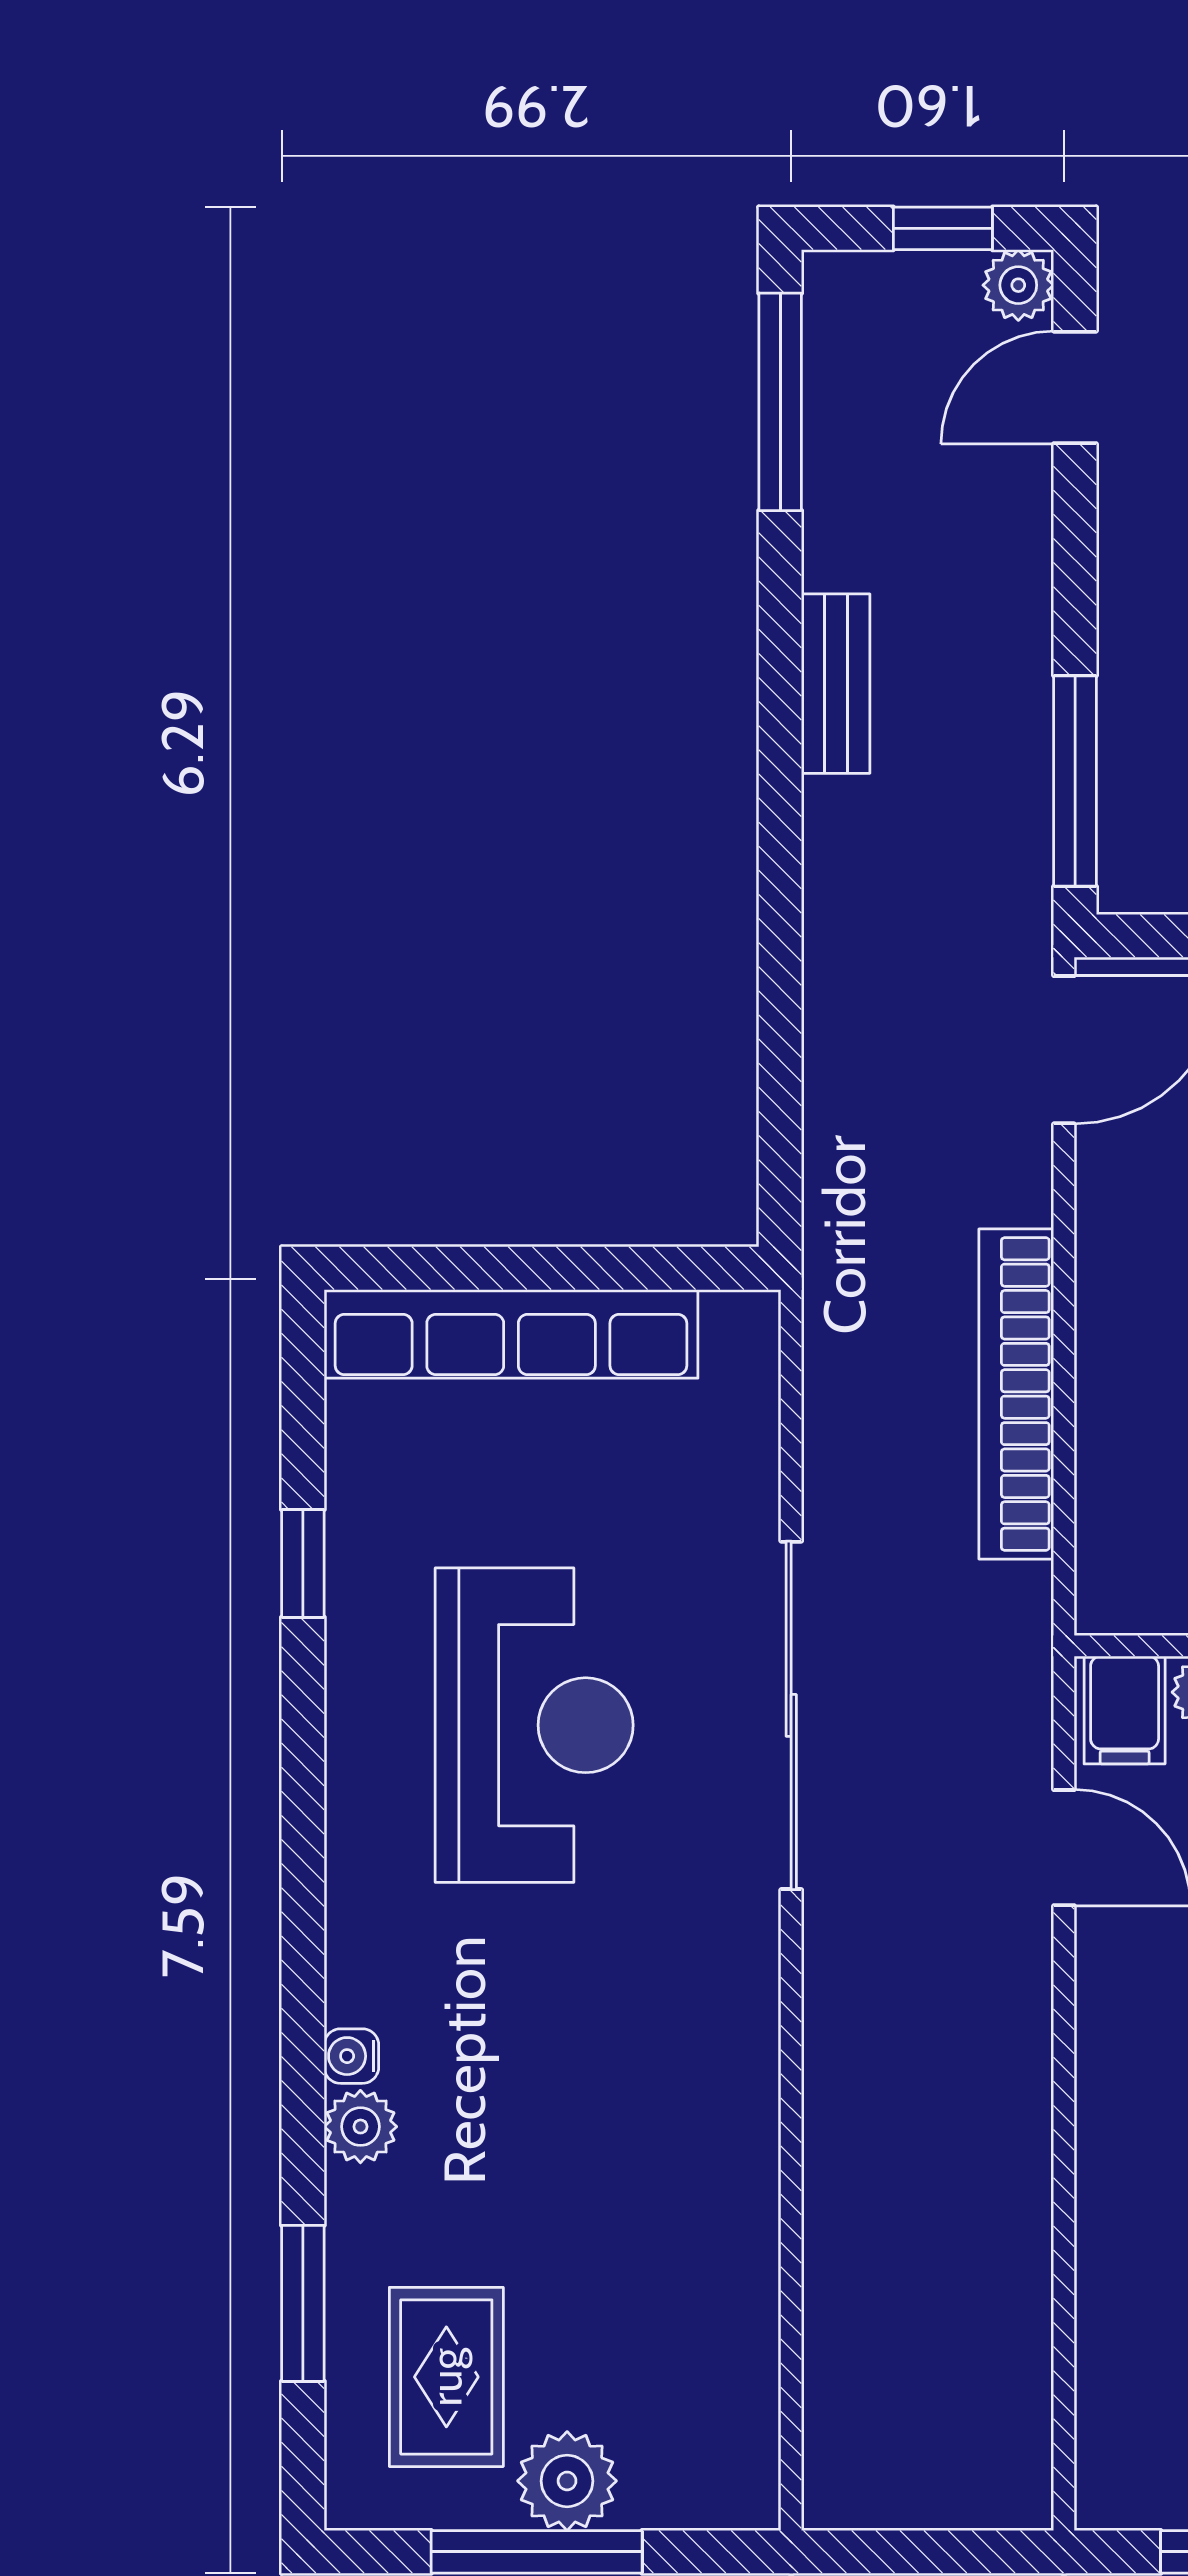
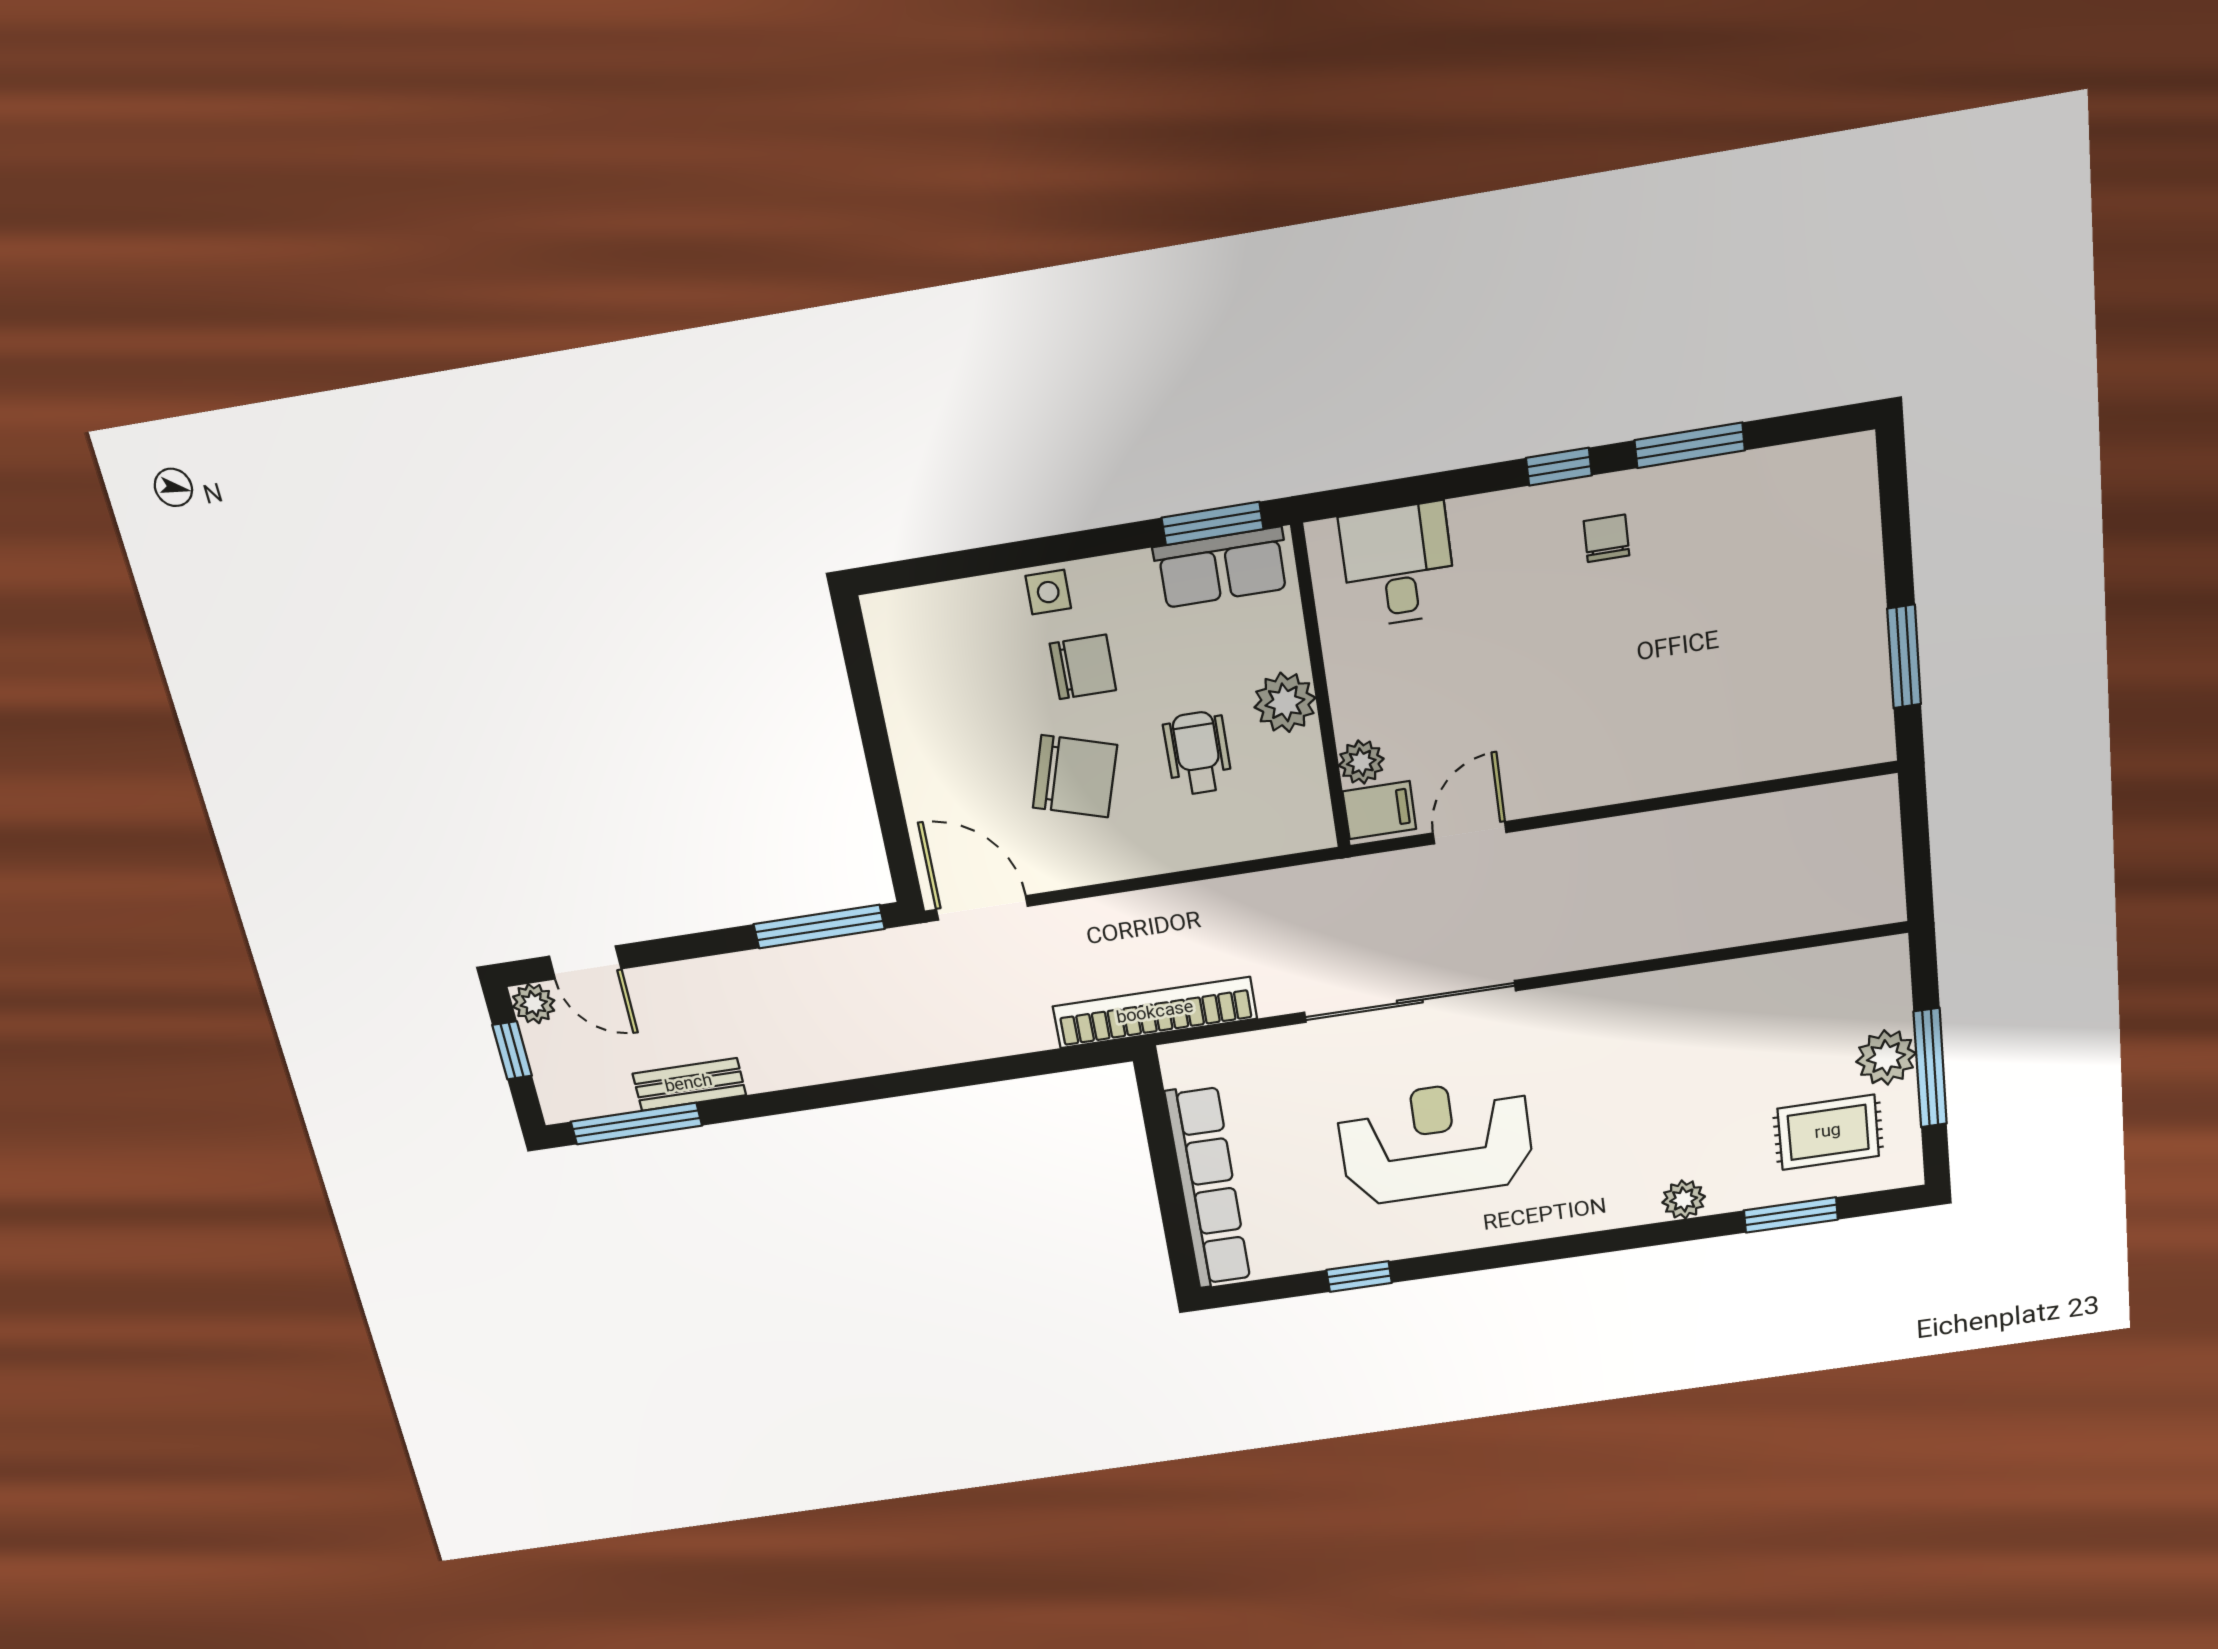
bench: (836, 684) -> (689, 1084), moved
bookcase: (1016, 1394) -> (1155, 1013), moved, turned 180
water cooler: (351, 2056) -> (1643, 1210), removed

